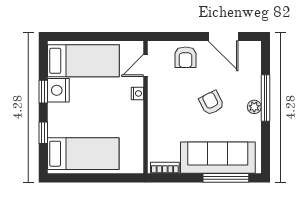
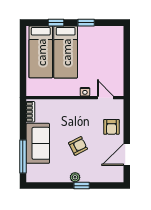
armchair: (185, 57) -> (111, 127), turned -90
bed: (83, 61) -> (66, 52), moved
nightstand: (58, 90) -> (87, 34), removed
window: (265, 98) -> (82, 186), width x0.46
sofa: (218, 158) -> (38, 143), width x0.73

